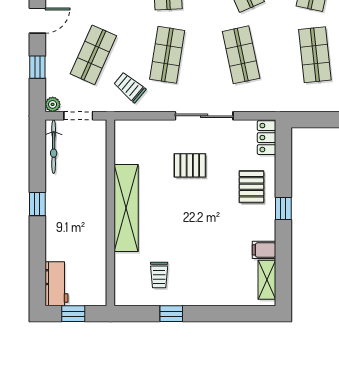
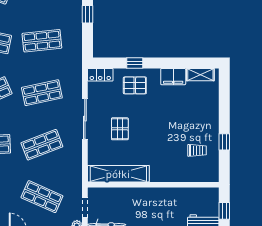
shop shelf: (167, 55) -> (42, 145), turned -30
trolley: (130, 87) -> (65, 171), removed
shelving: (126, 208) -> (118, 174), moved
window: (283, 208) -> (135, 63), moved
filing cabinet: (264, 250) -> (173, 77), width x2.00

